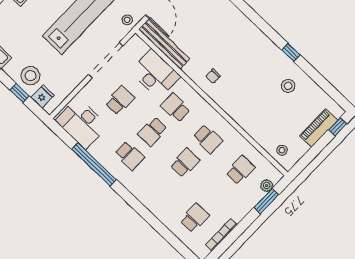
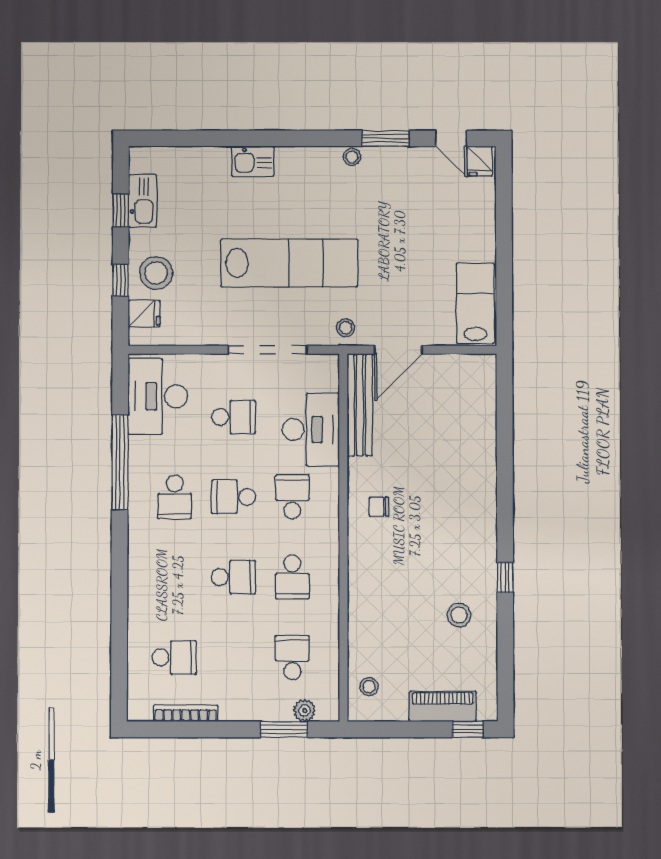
school desk: (240, 170) -> (292, 657), turned -90

